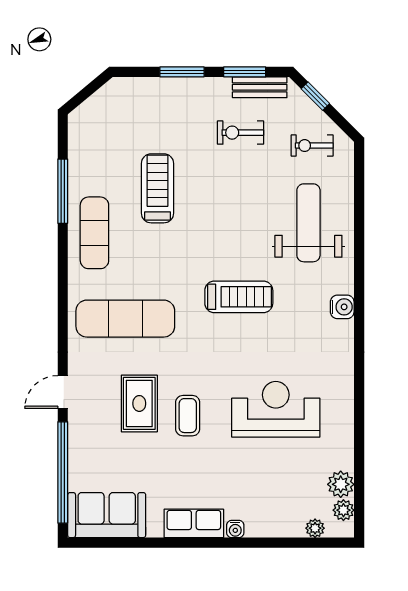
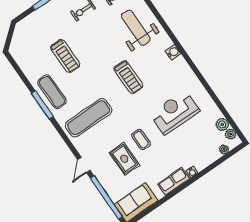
treadmill: (158, 188) -> (65, 56), turned 180
window: (63, 191) -> (42, 105), moved
treadmill: (239, 297) -> (128, 77), turned 90
rug: (139, 403) -> (124, 159), moved

